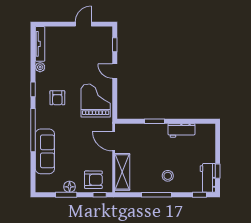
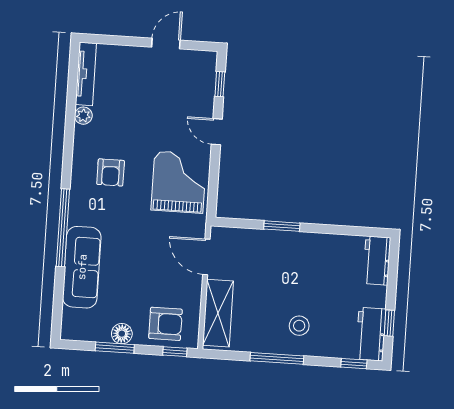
window: (33, 89) -> (68, 155), removed
workbench: (181, 130) -> (377, 261), moved, turned 90

